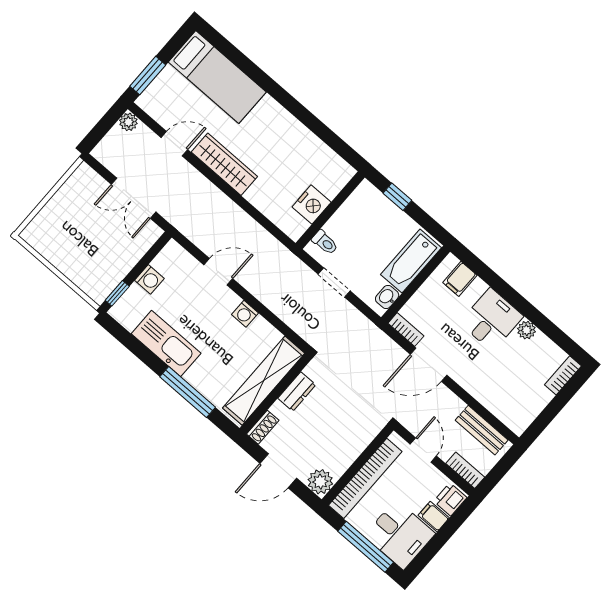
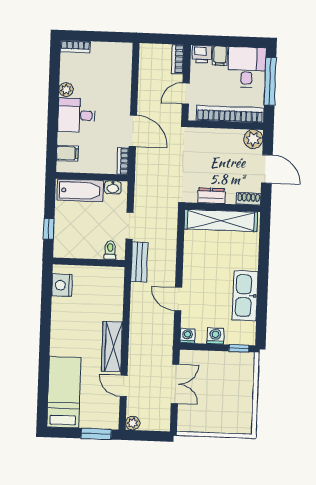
nightstand: (312, 205) -> (62, 285), moved, turned -90
washing machine: (245, 314) -> (188, 336), moved, turned -90
window: (188, 392) -> (264, 260), removed
bench: (482, 430) -> (139, 262), moved

